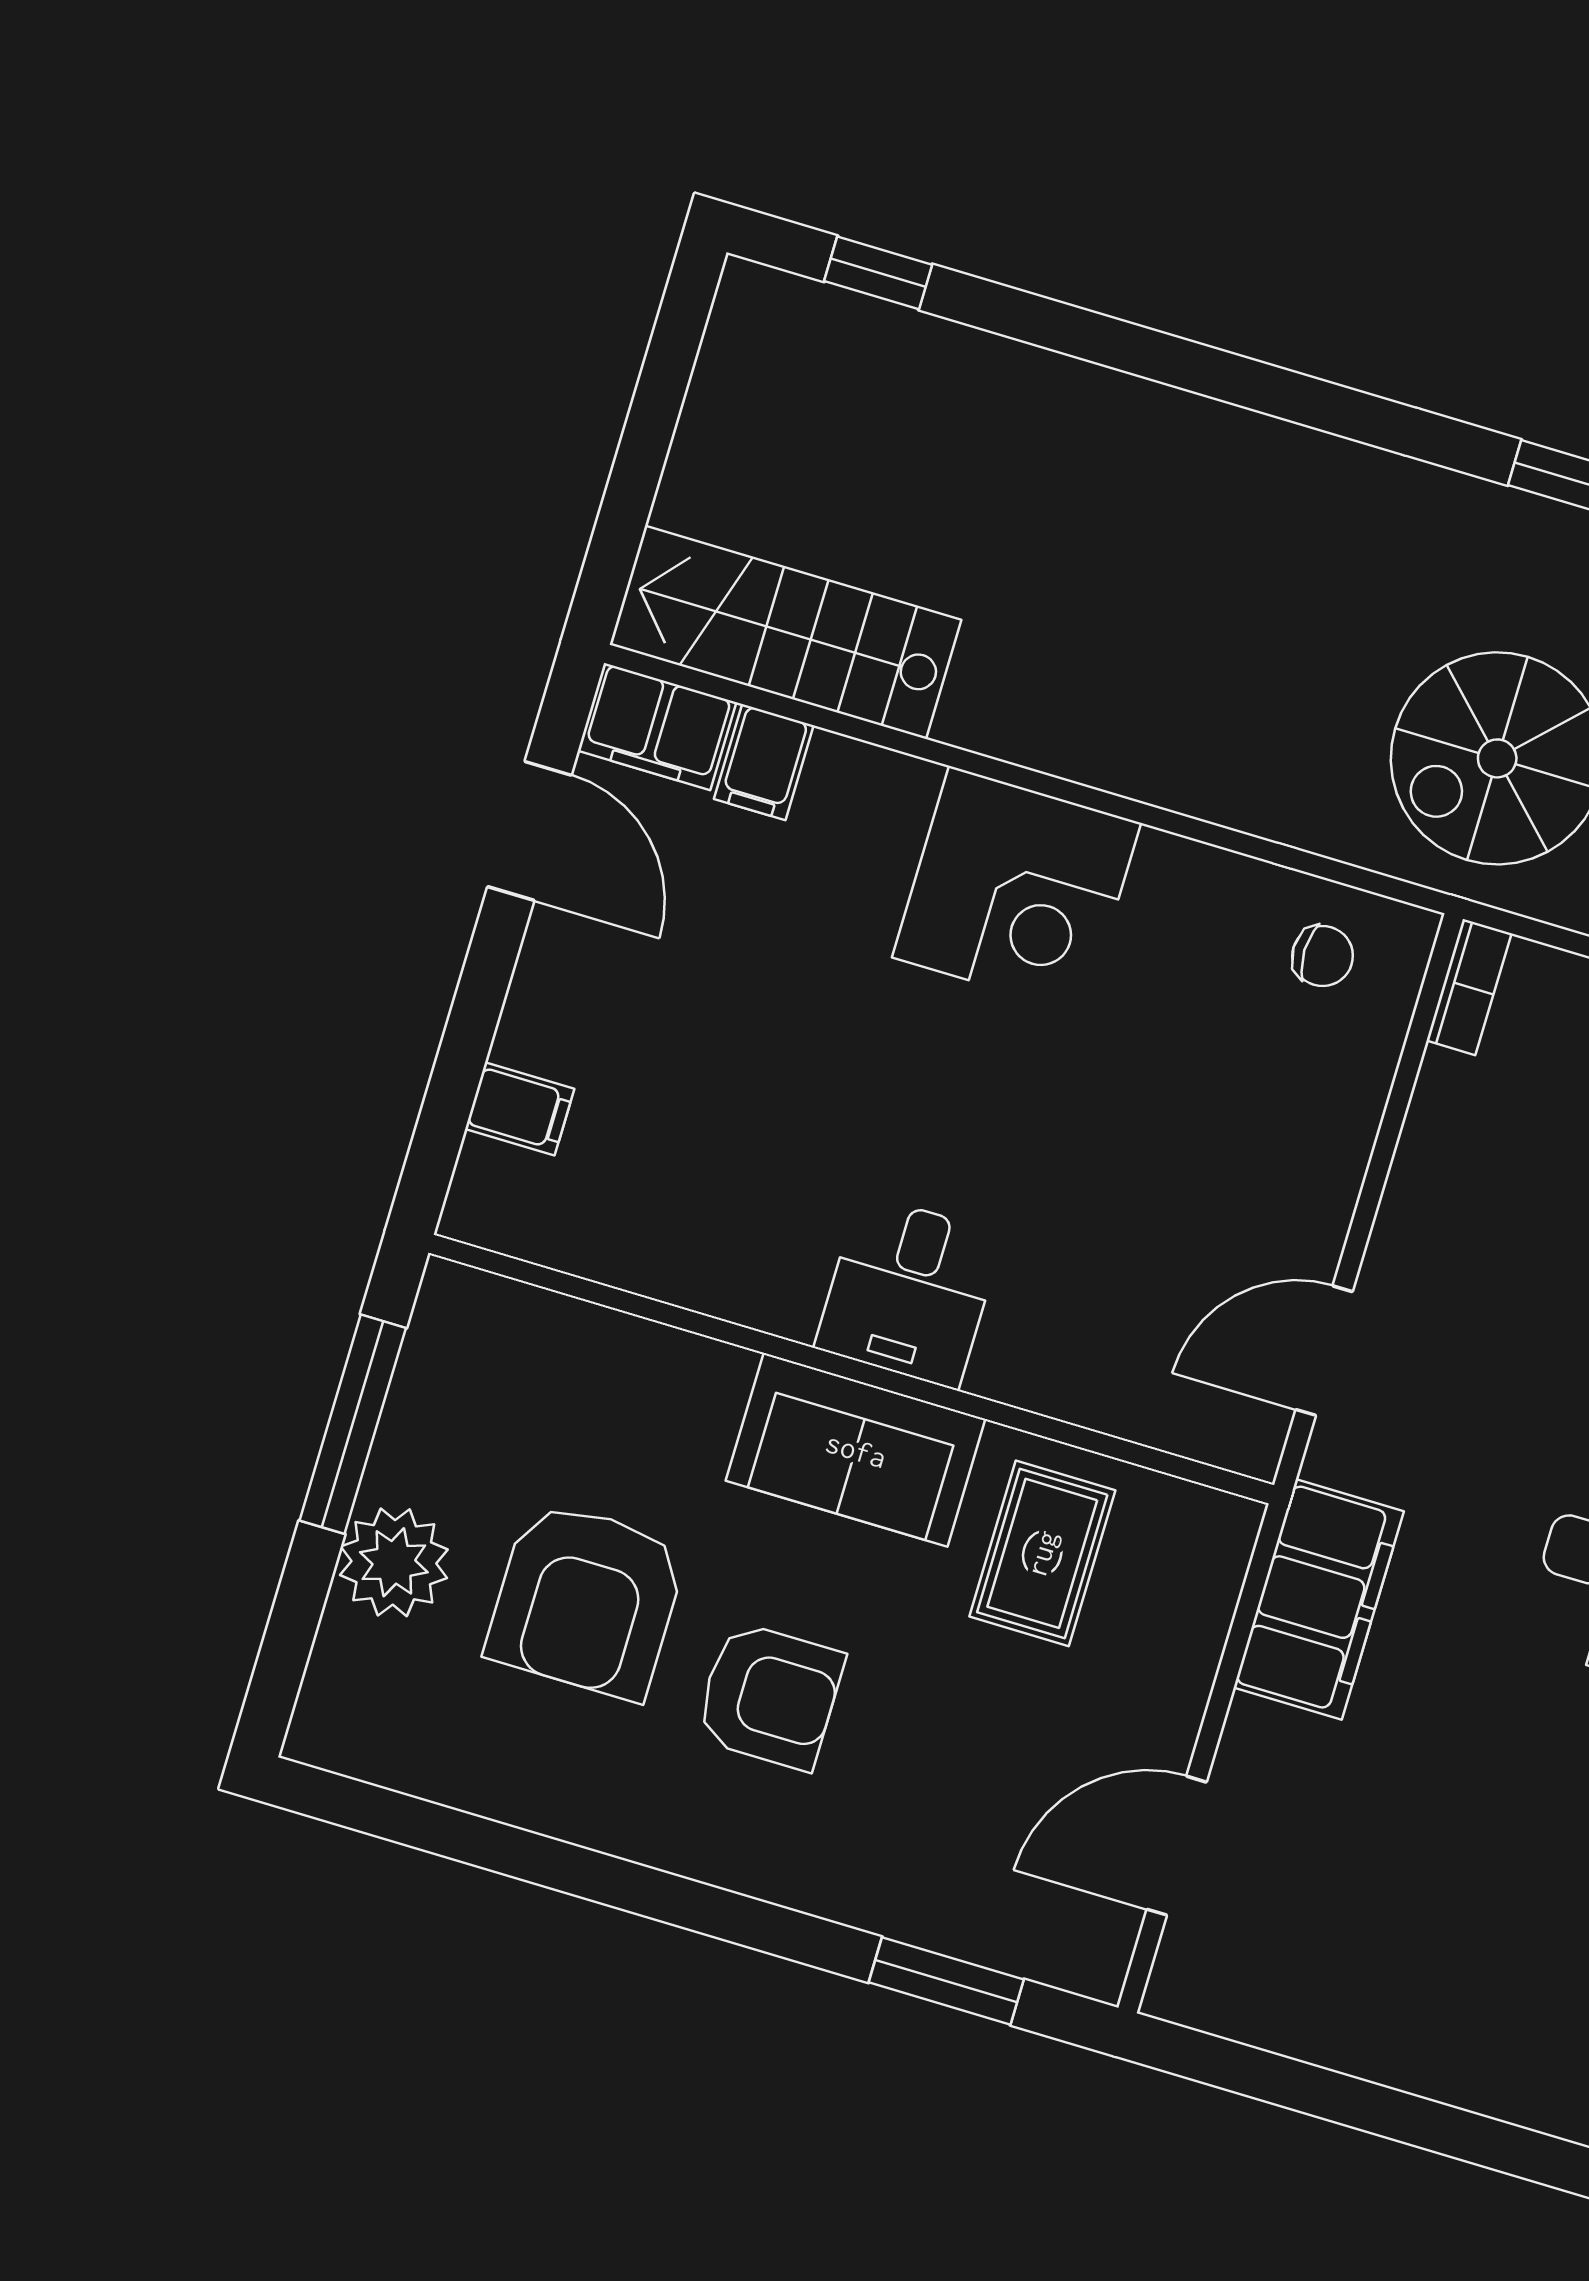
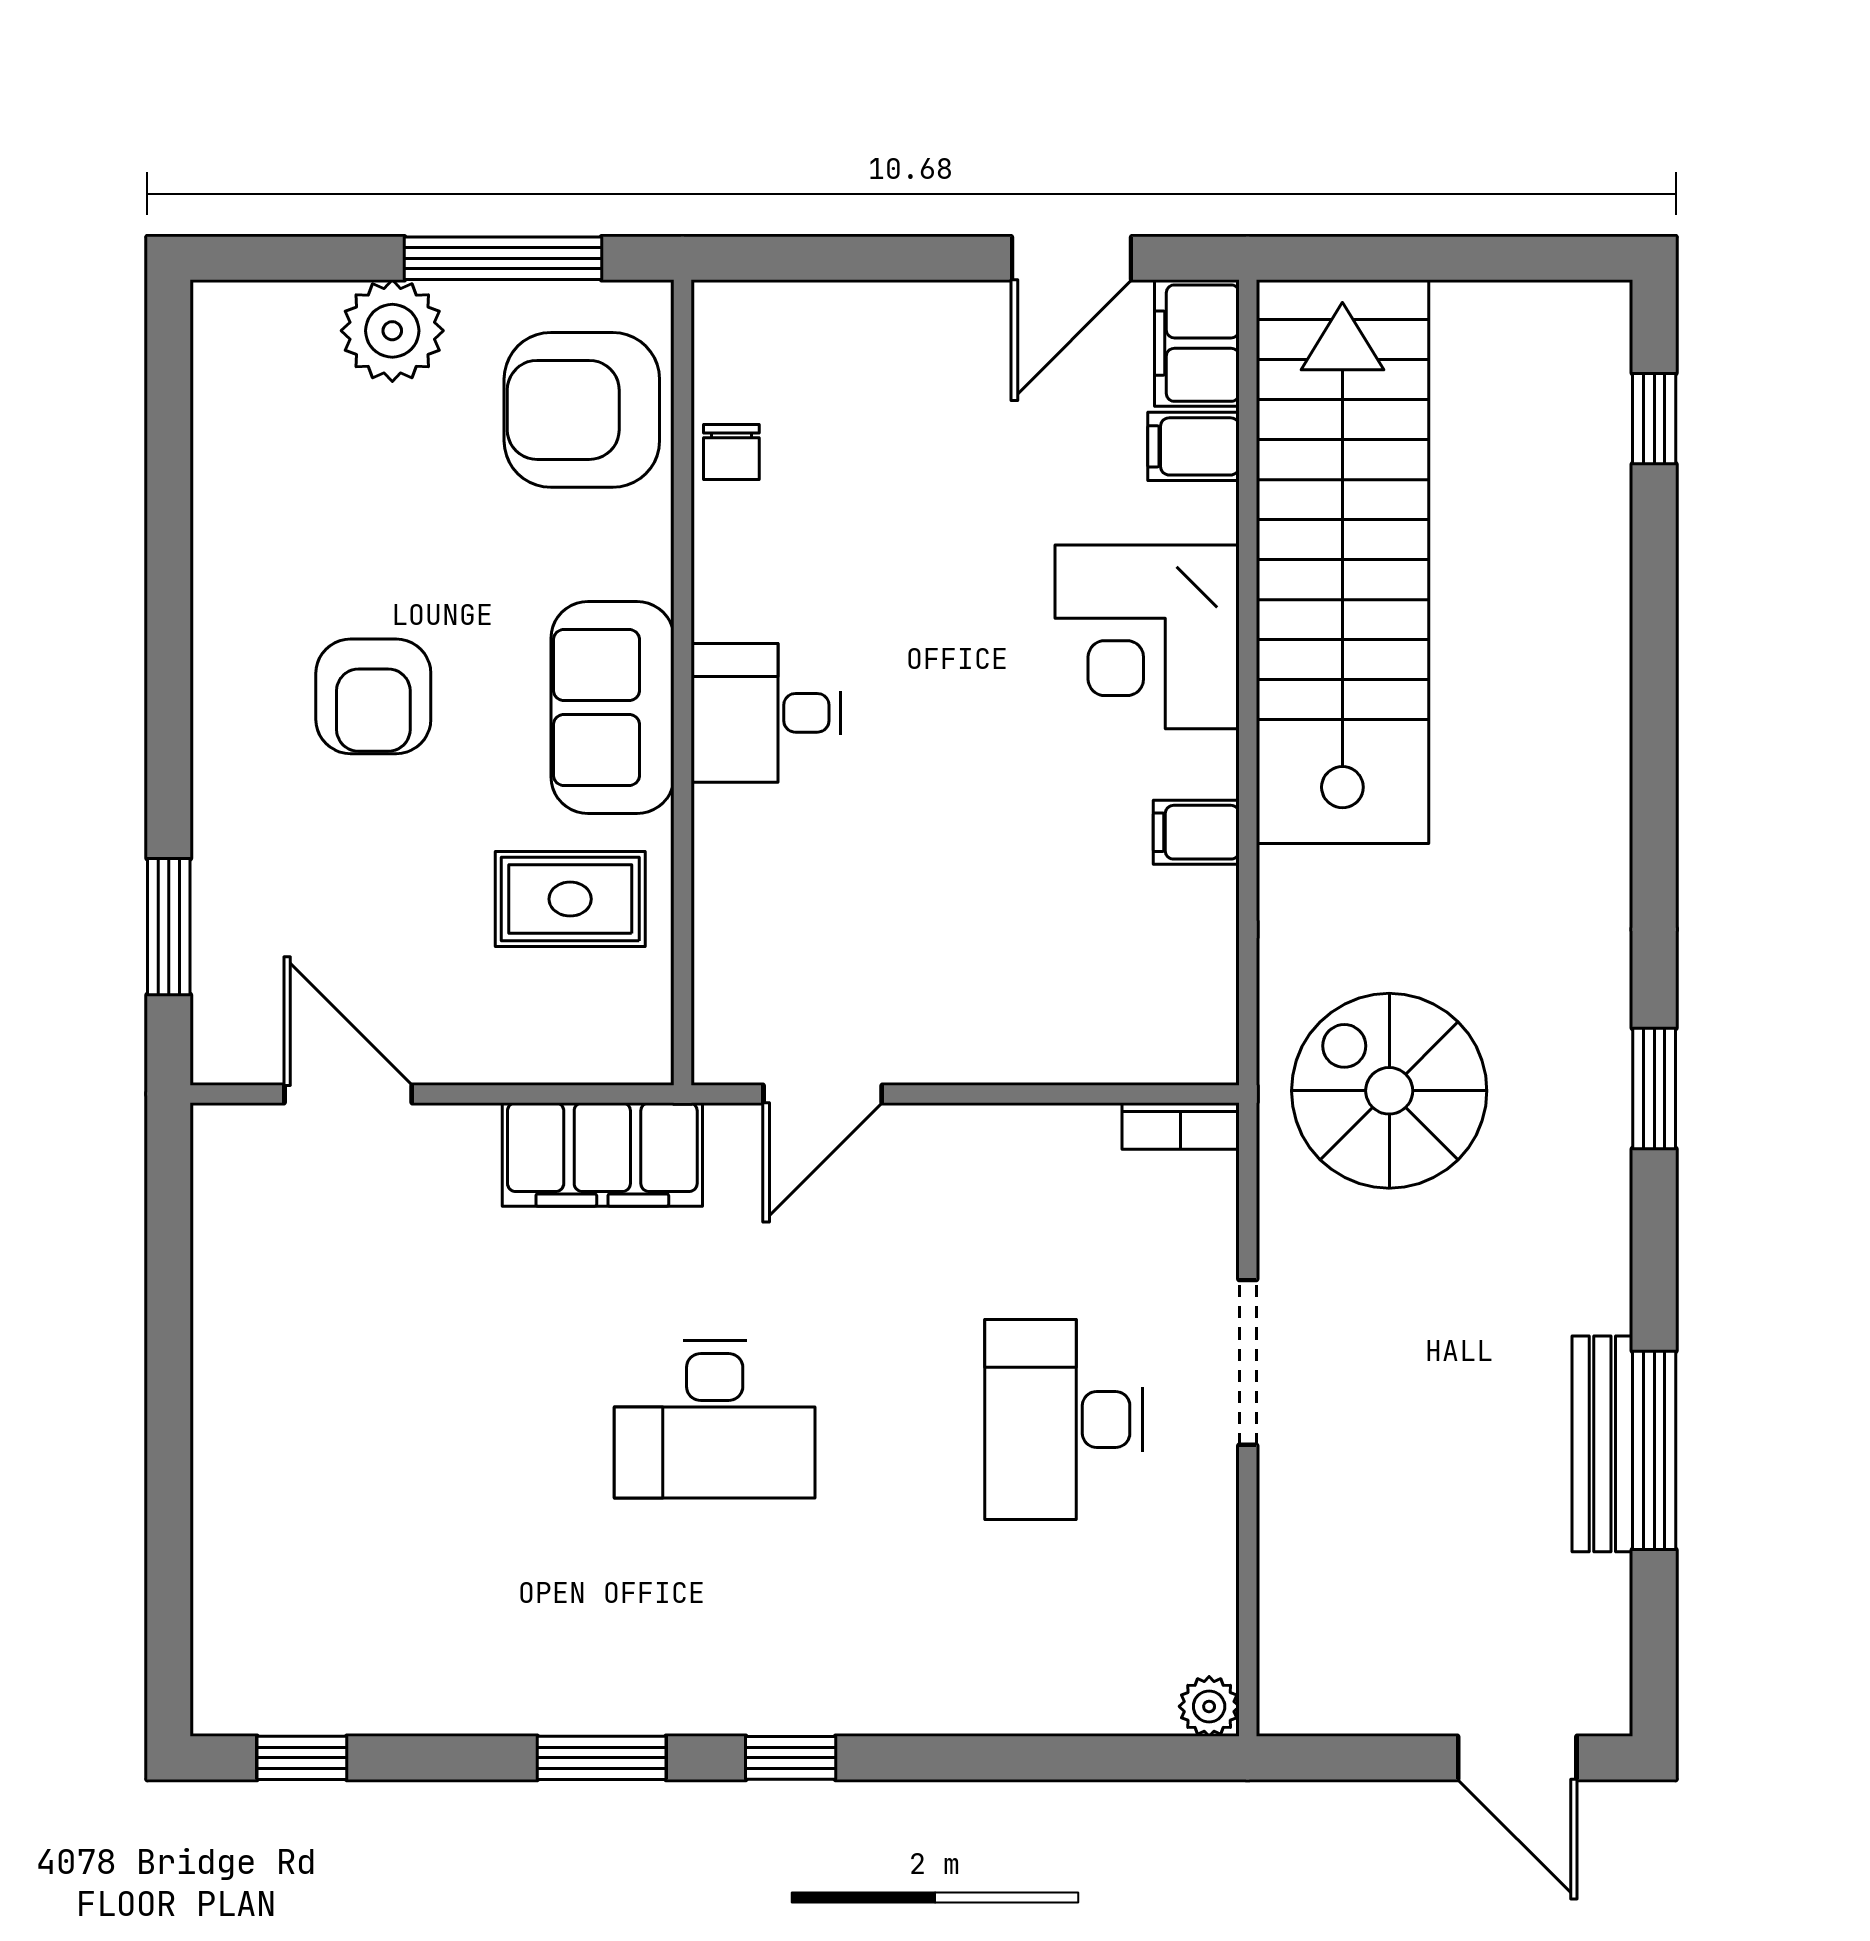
stairs: (785, 632) -> (1342, 562), width x1.86, depth x1.51
corner desk: (1017, 890) -> (1147, 637), moved
chair: (1323, 956) -> (731, 452), moved
filing cabinet: (520, 1109) -> (1196, 832), moved, turned 90
door: (1324, 1351) -> (823, 1094), swing flipped
armchair: (586, 1600) -> (582, 410), moved

